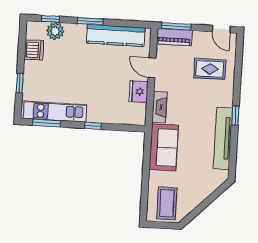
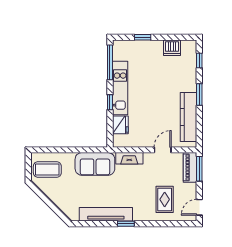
plant: (55, 31) -> (189, 65), removed
fridge: (139, 92) -> (120, 125), moved, turned 90
kitchen unit: (55, 112) -> (120, 88), moved
window: (47, 123) -> (110, 62), width x1.44

